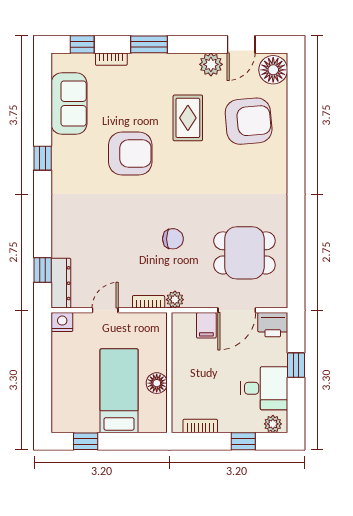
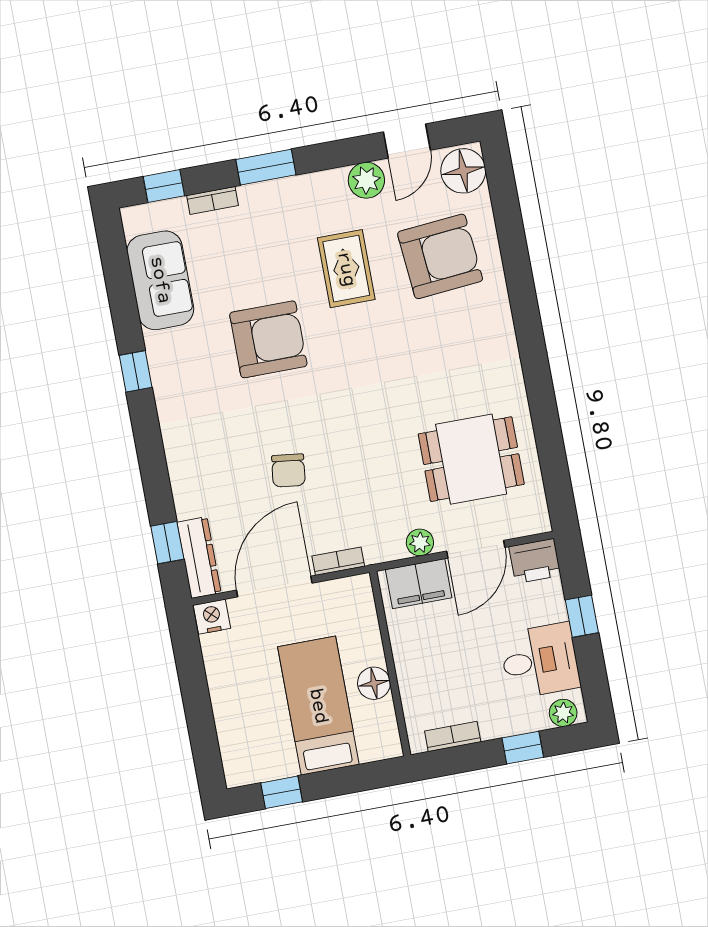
chair: (173, 239) -> (288, 471), moved, turned 97
plant: (175, 300) -> (420, 542), moved
door: (105, 310) -> (274, 587), width x1.87
filing cabinet: (206, 325) -> (419, 584), width x2.00

